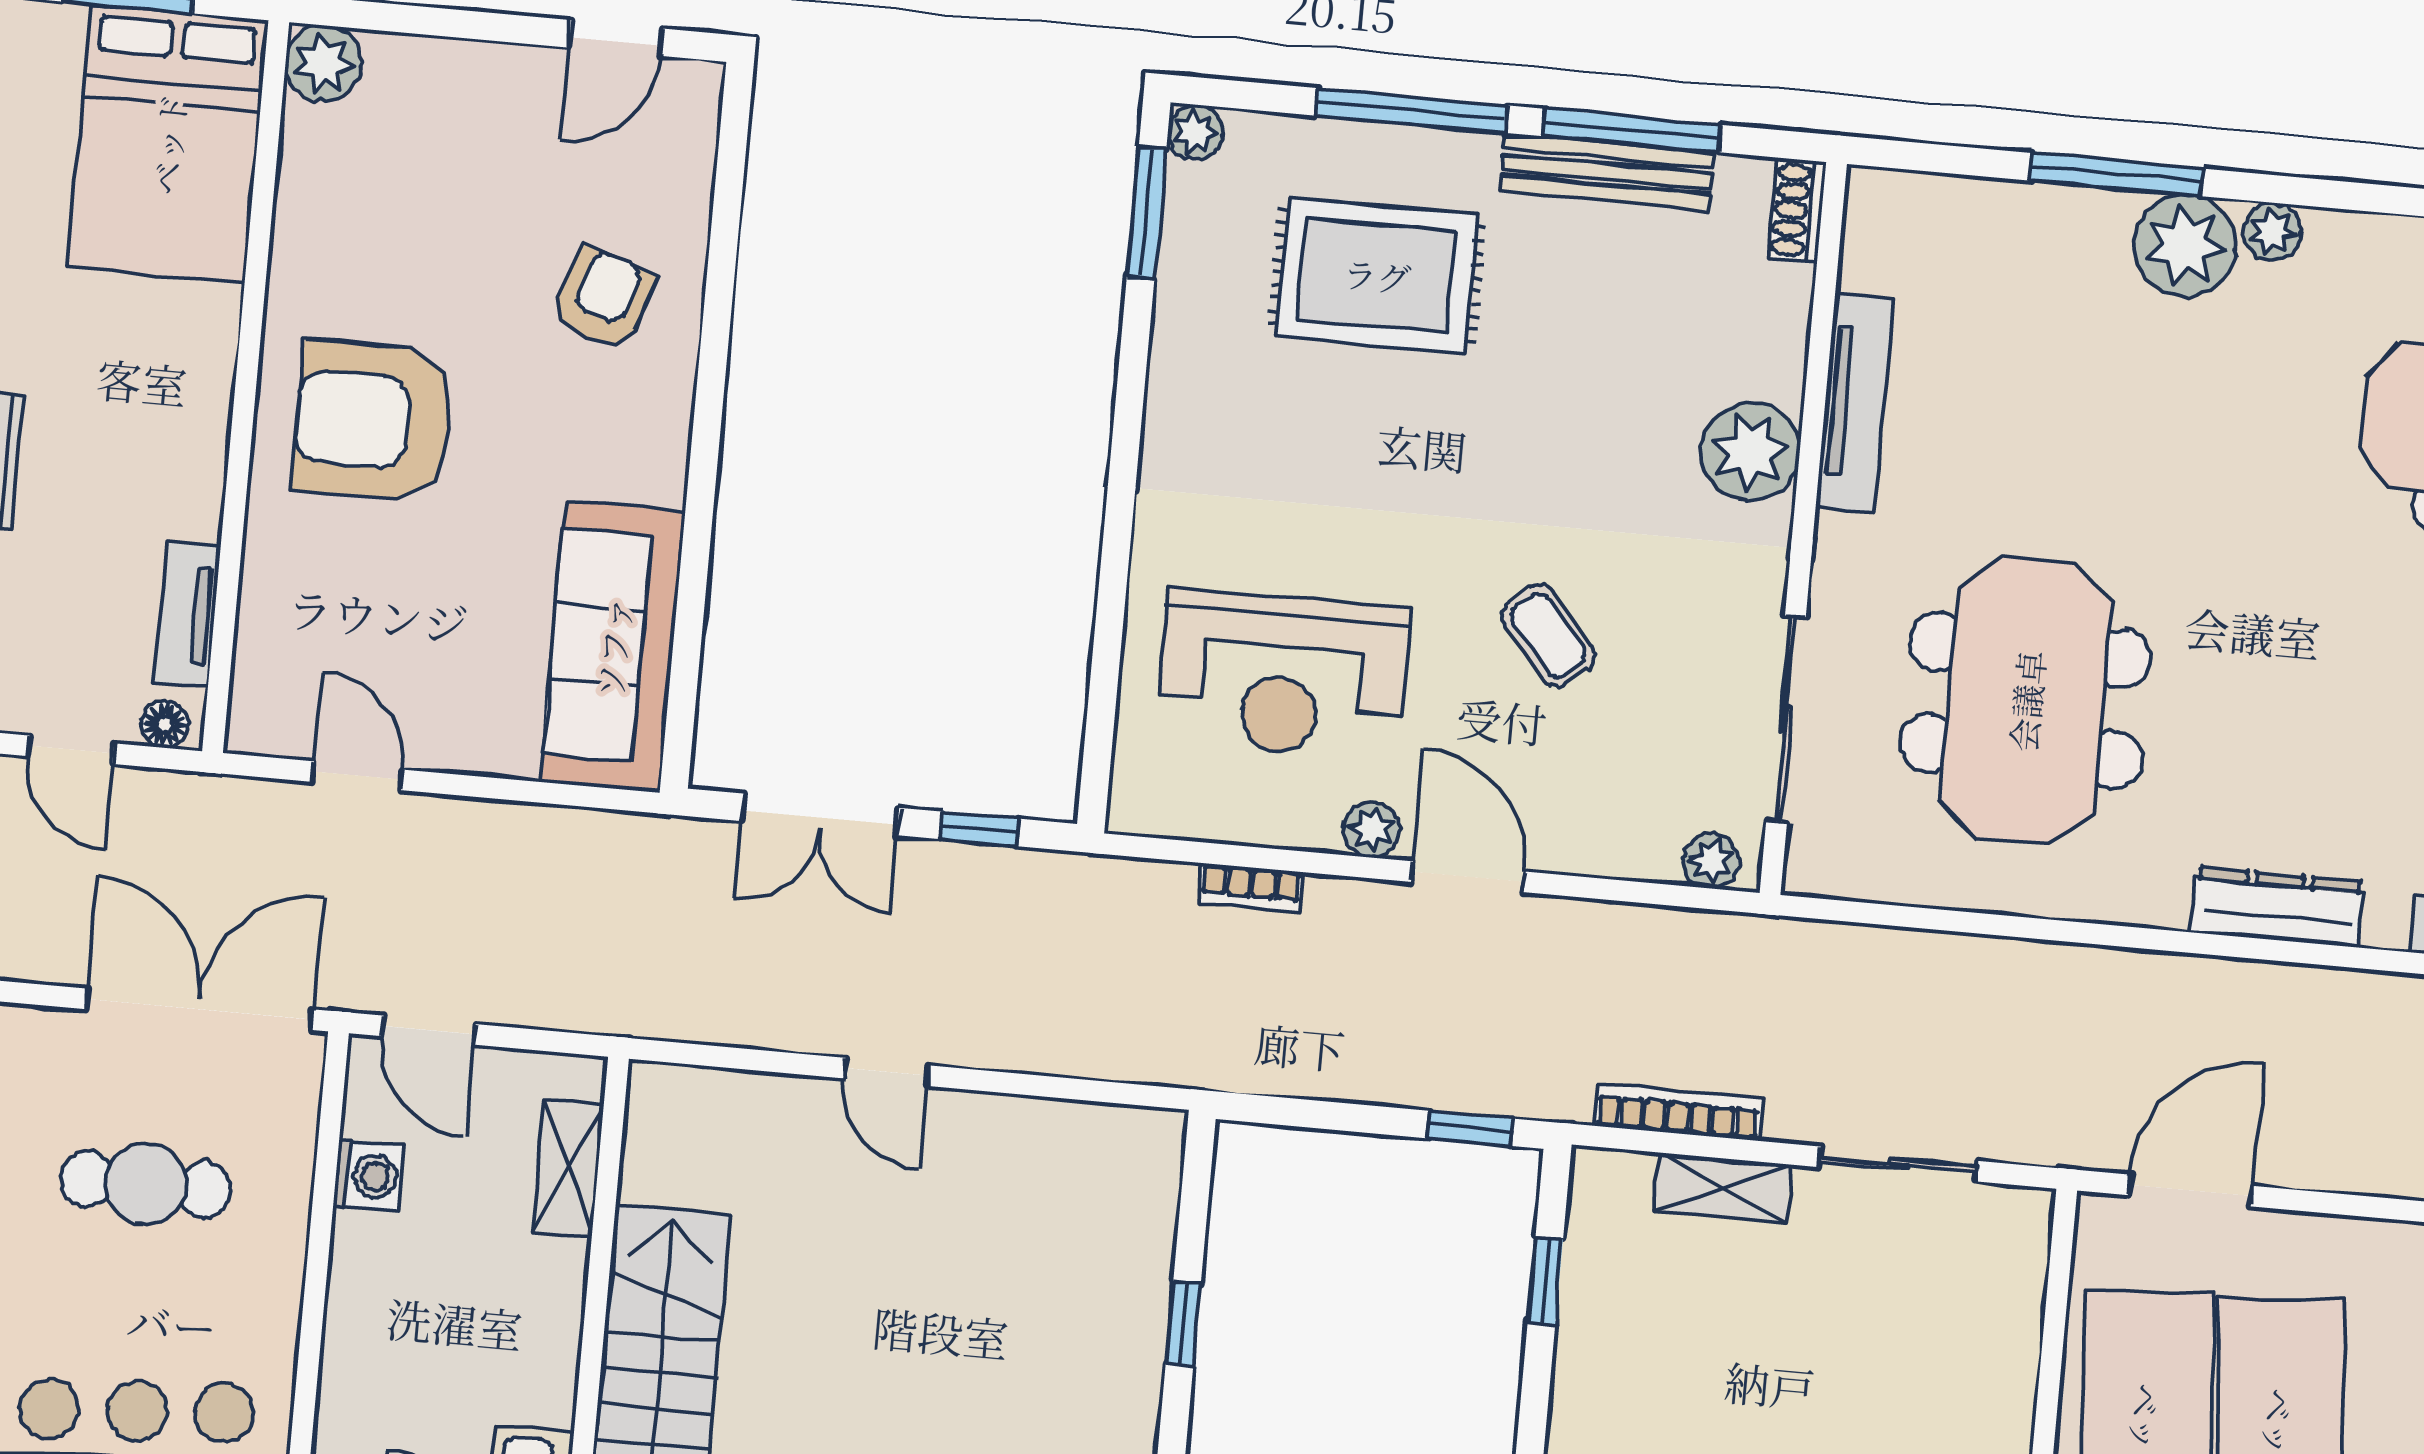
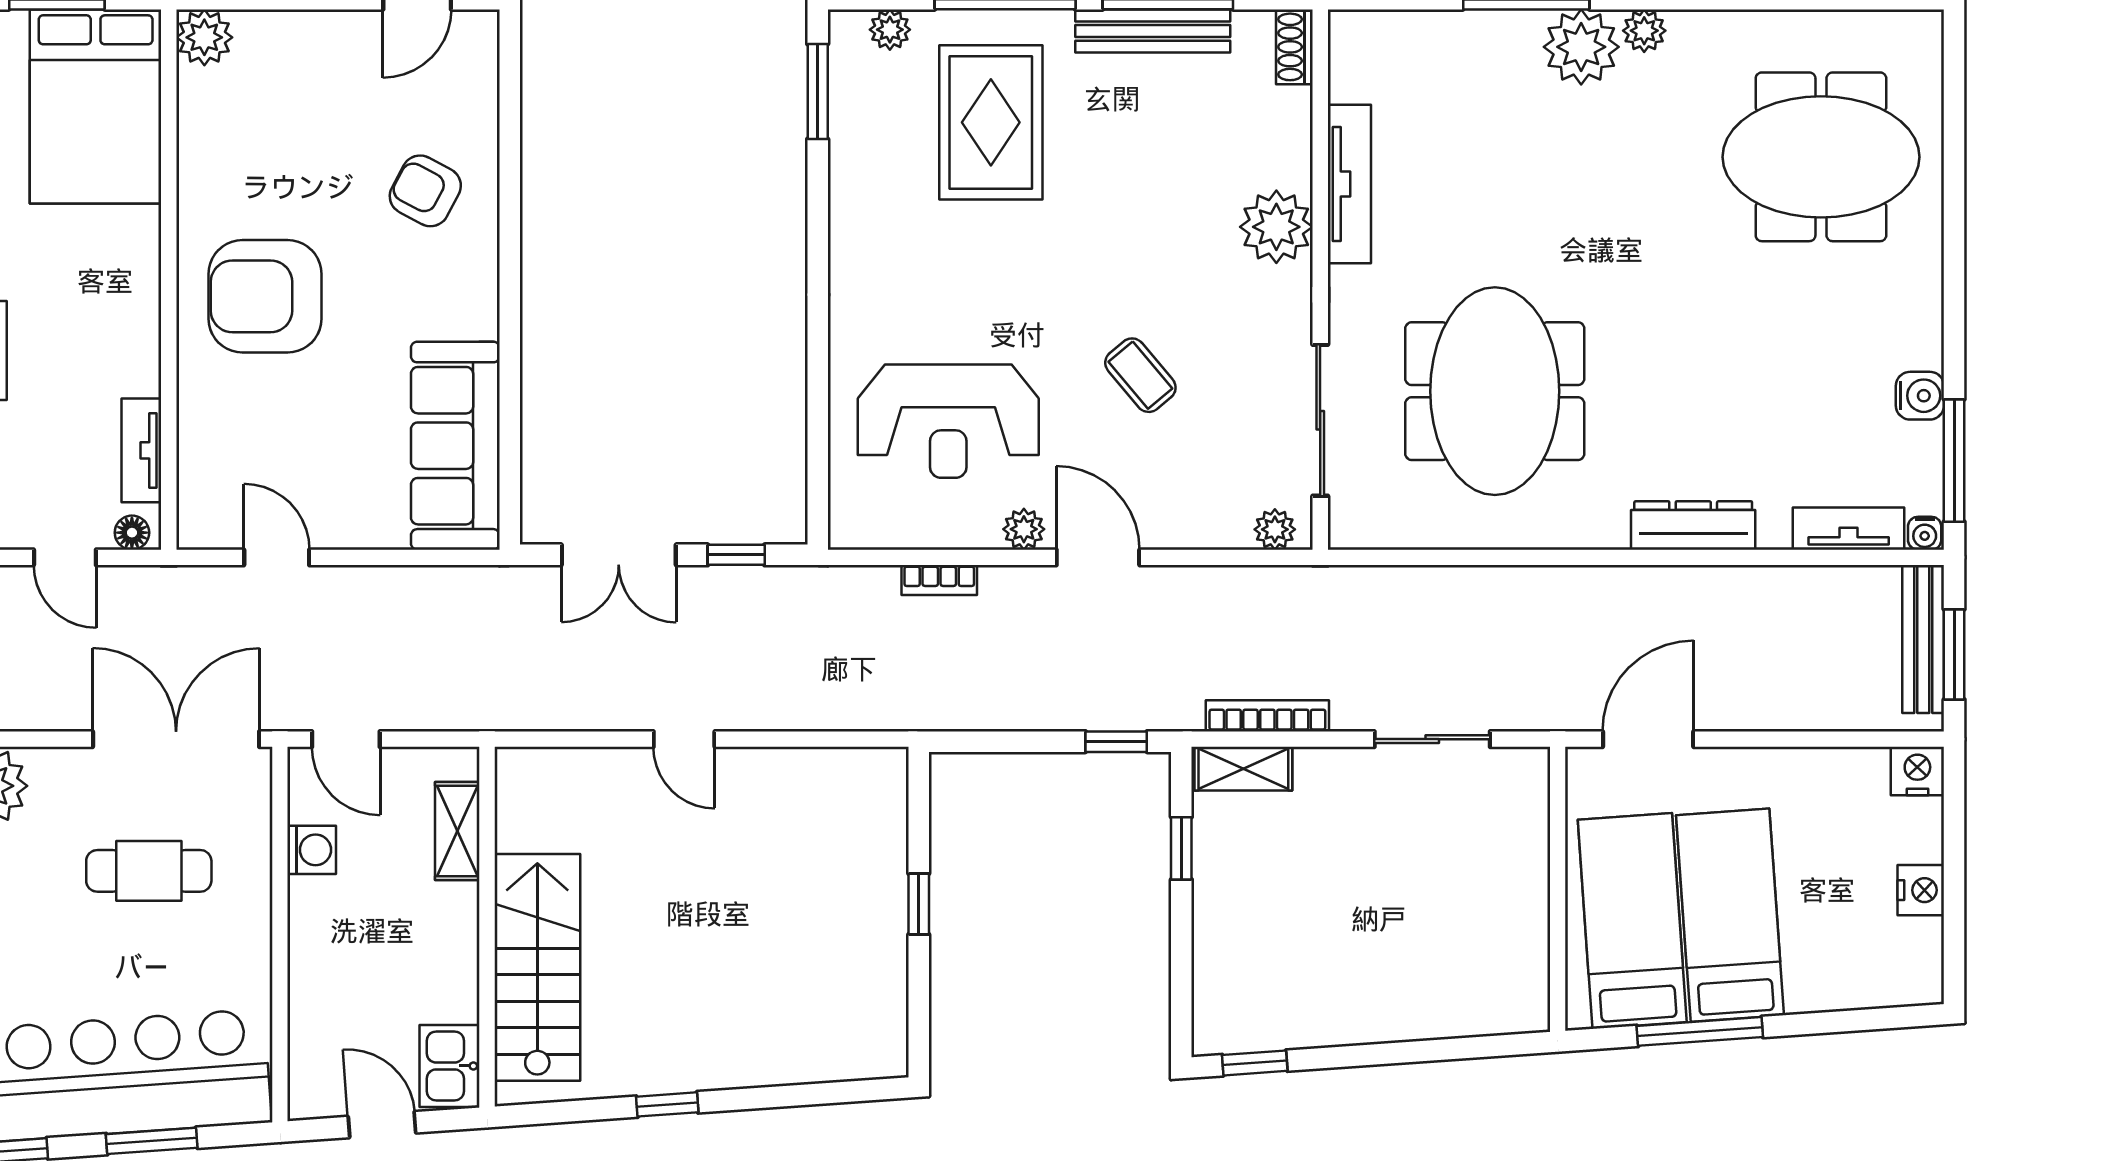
plant: (1195, 132) -> (890, 30), moved
rug: (1377, 275) -> (991, 122), turned 90
armchair: (604, 298) -> (425, 191), turned -80
shelving: (1722, 1188) -> (1243, 769), moved

